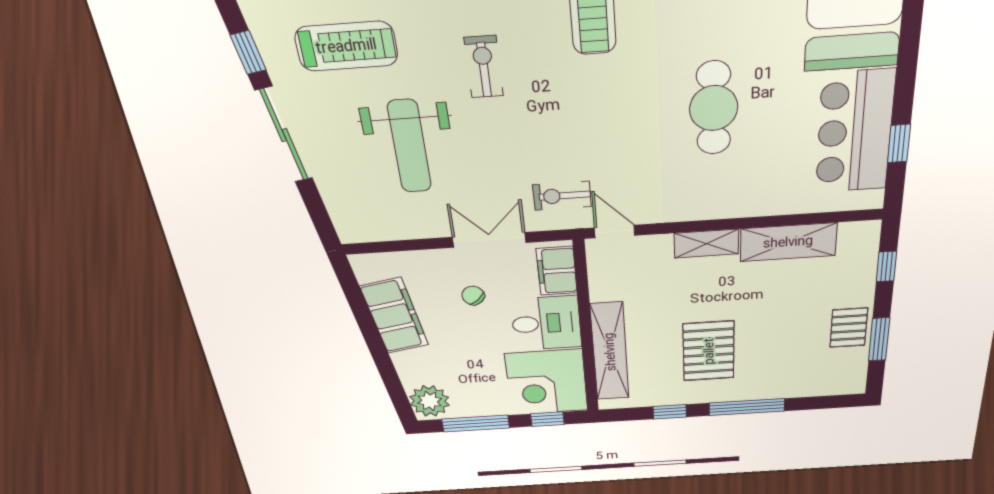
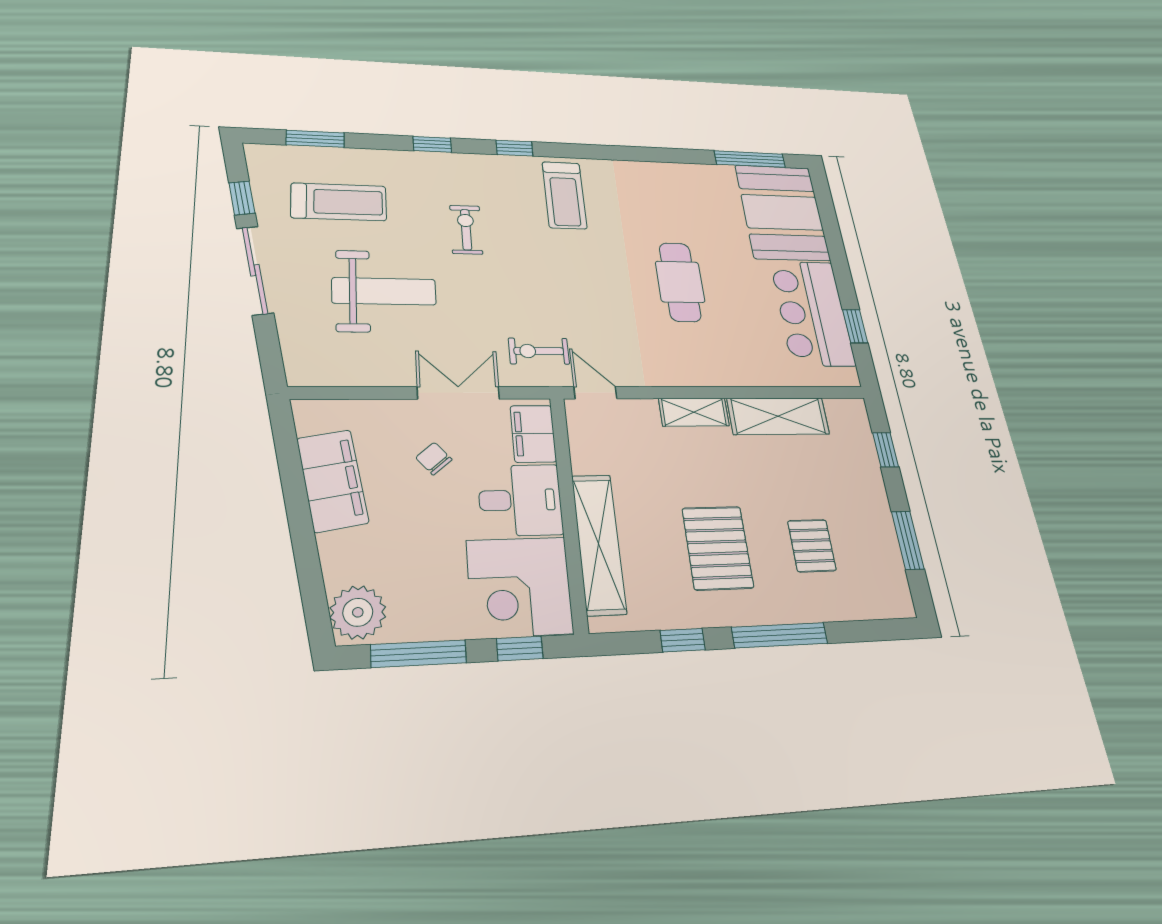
weight bench: (409, 146) -> (384, 291), turned -90
pallet: (849, 328) -> (812, 546), moved

